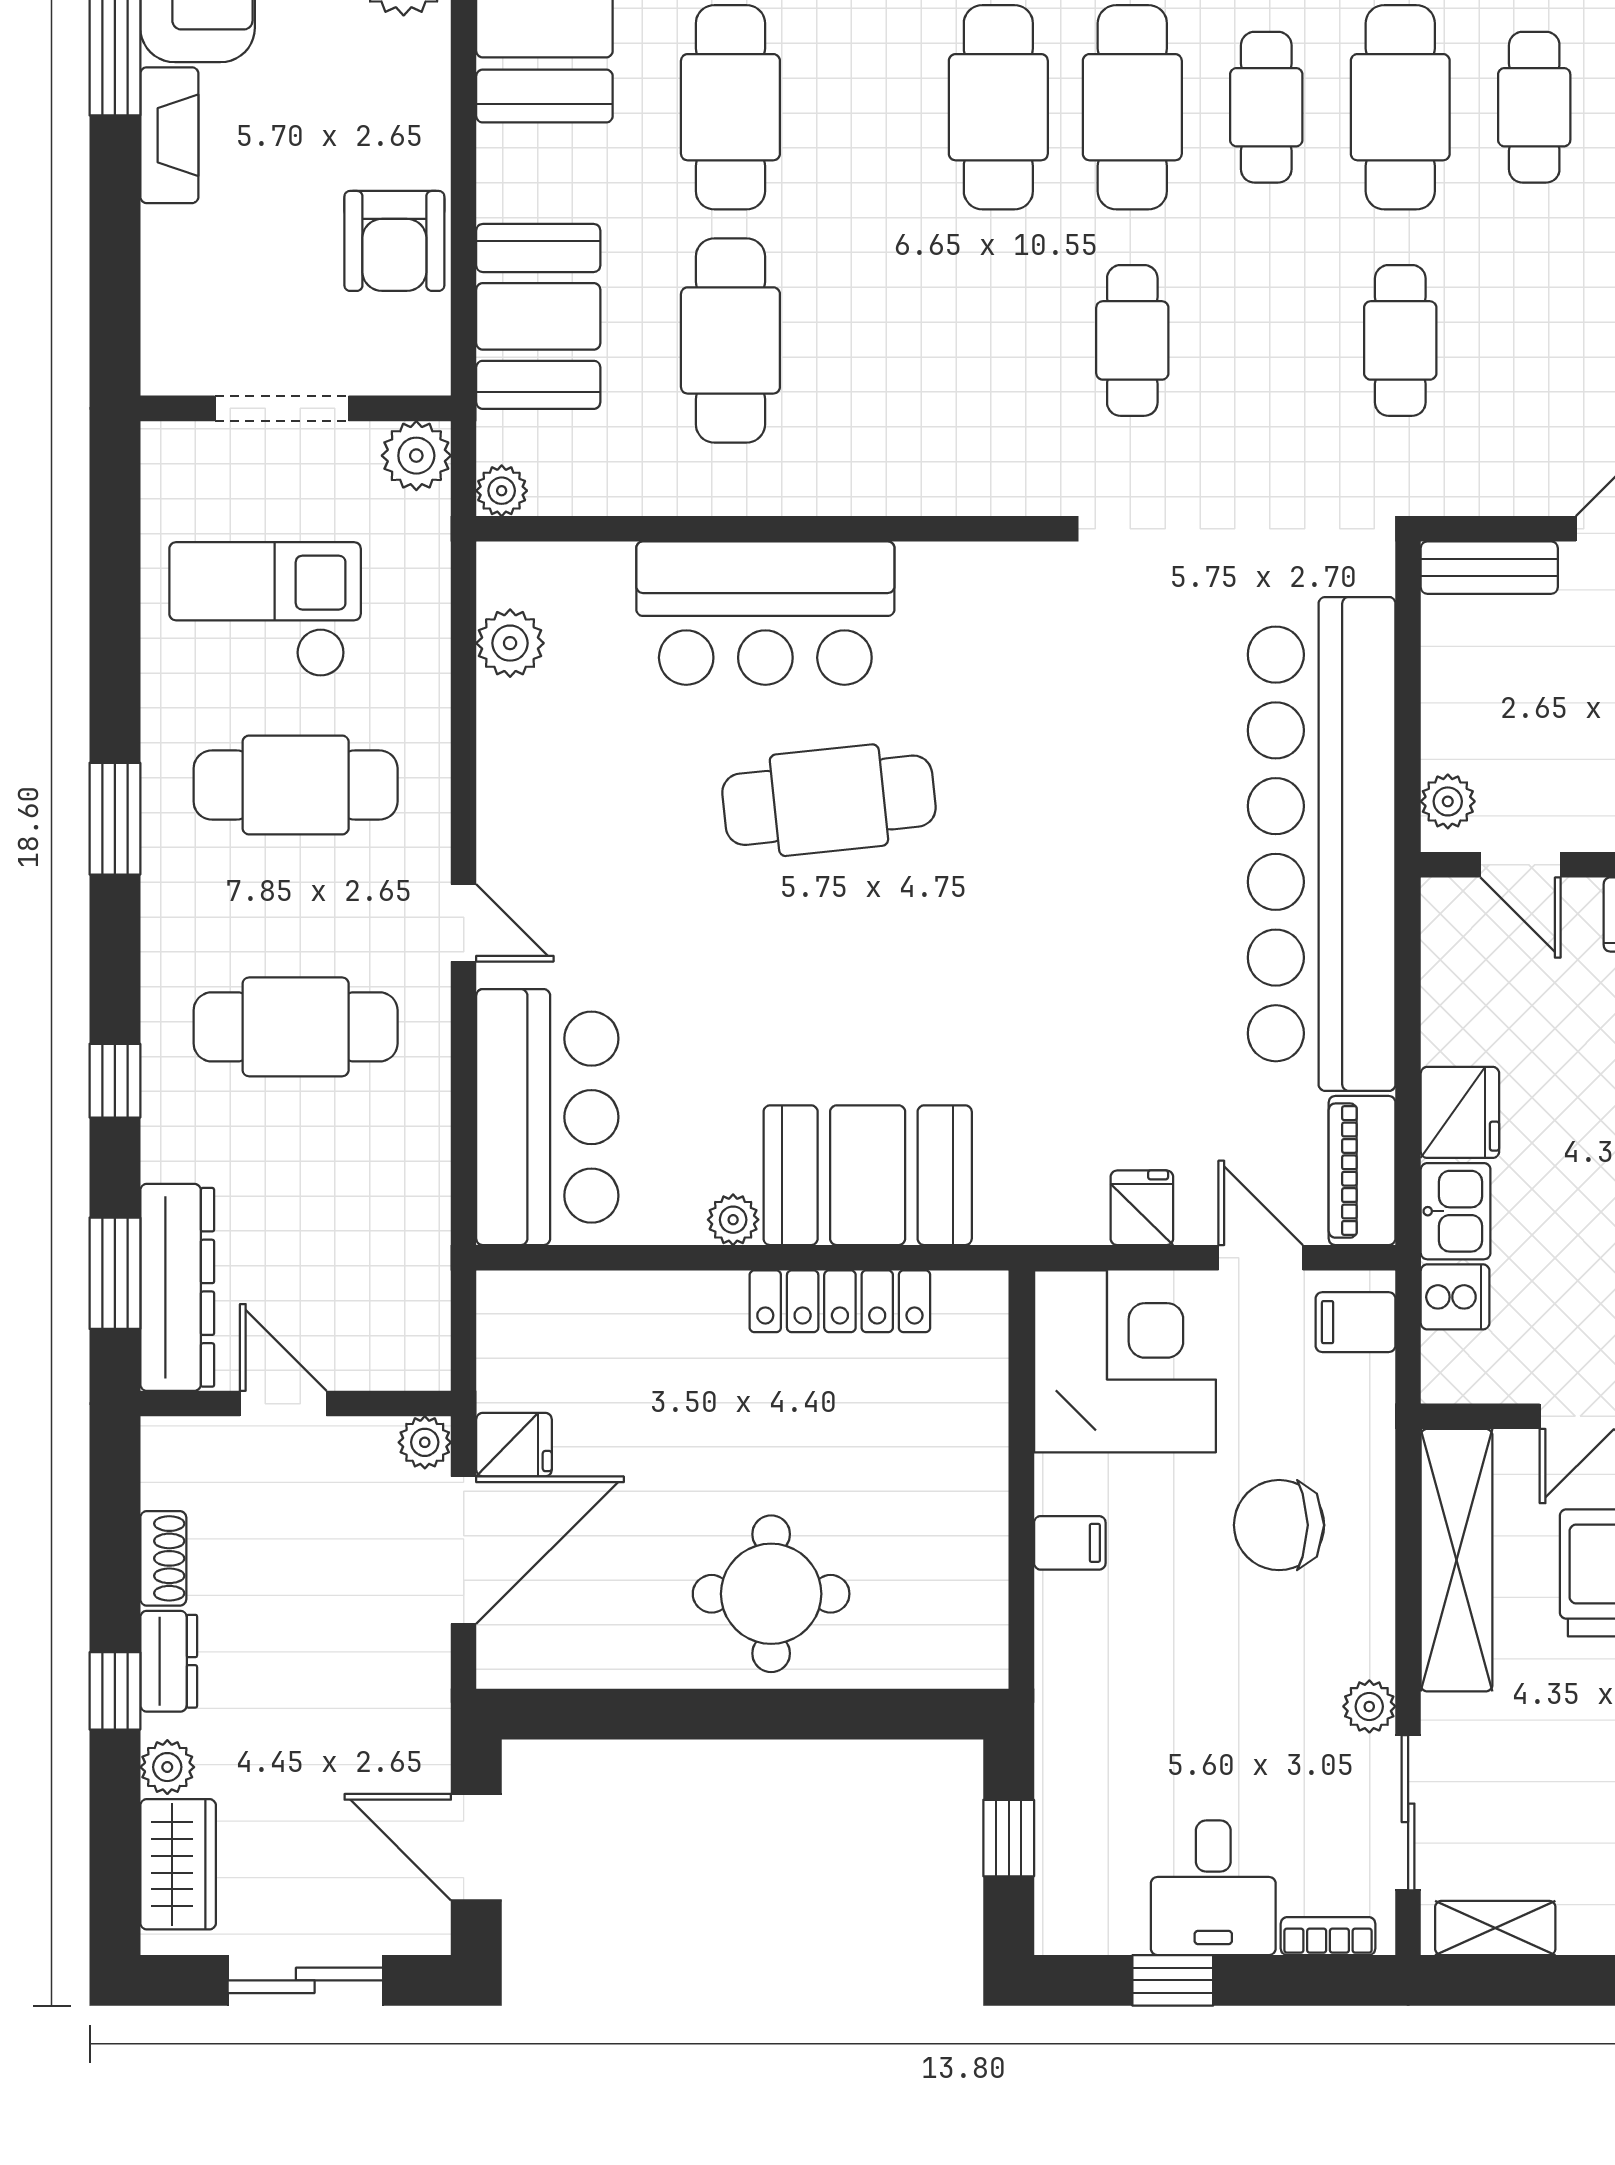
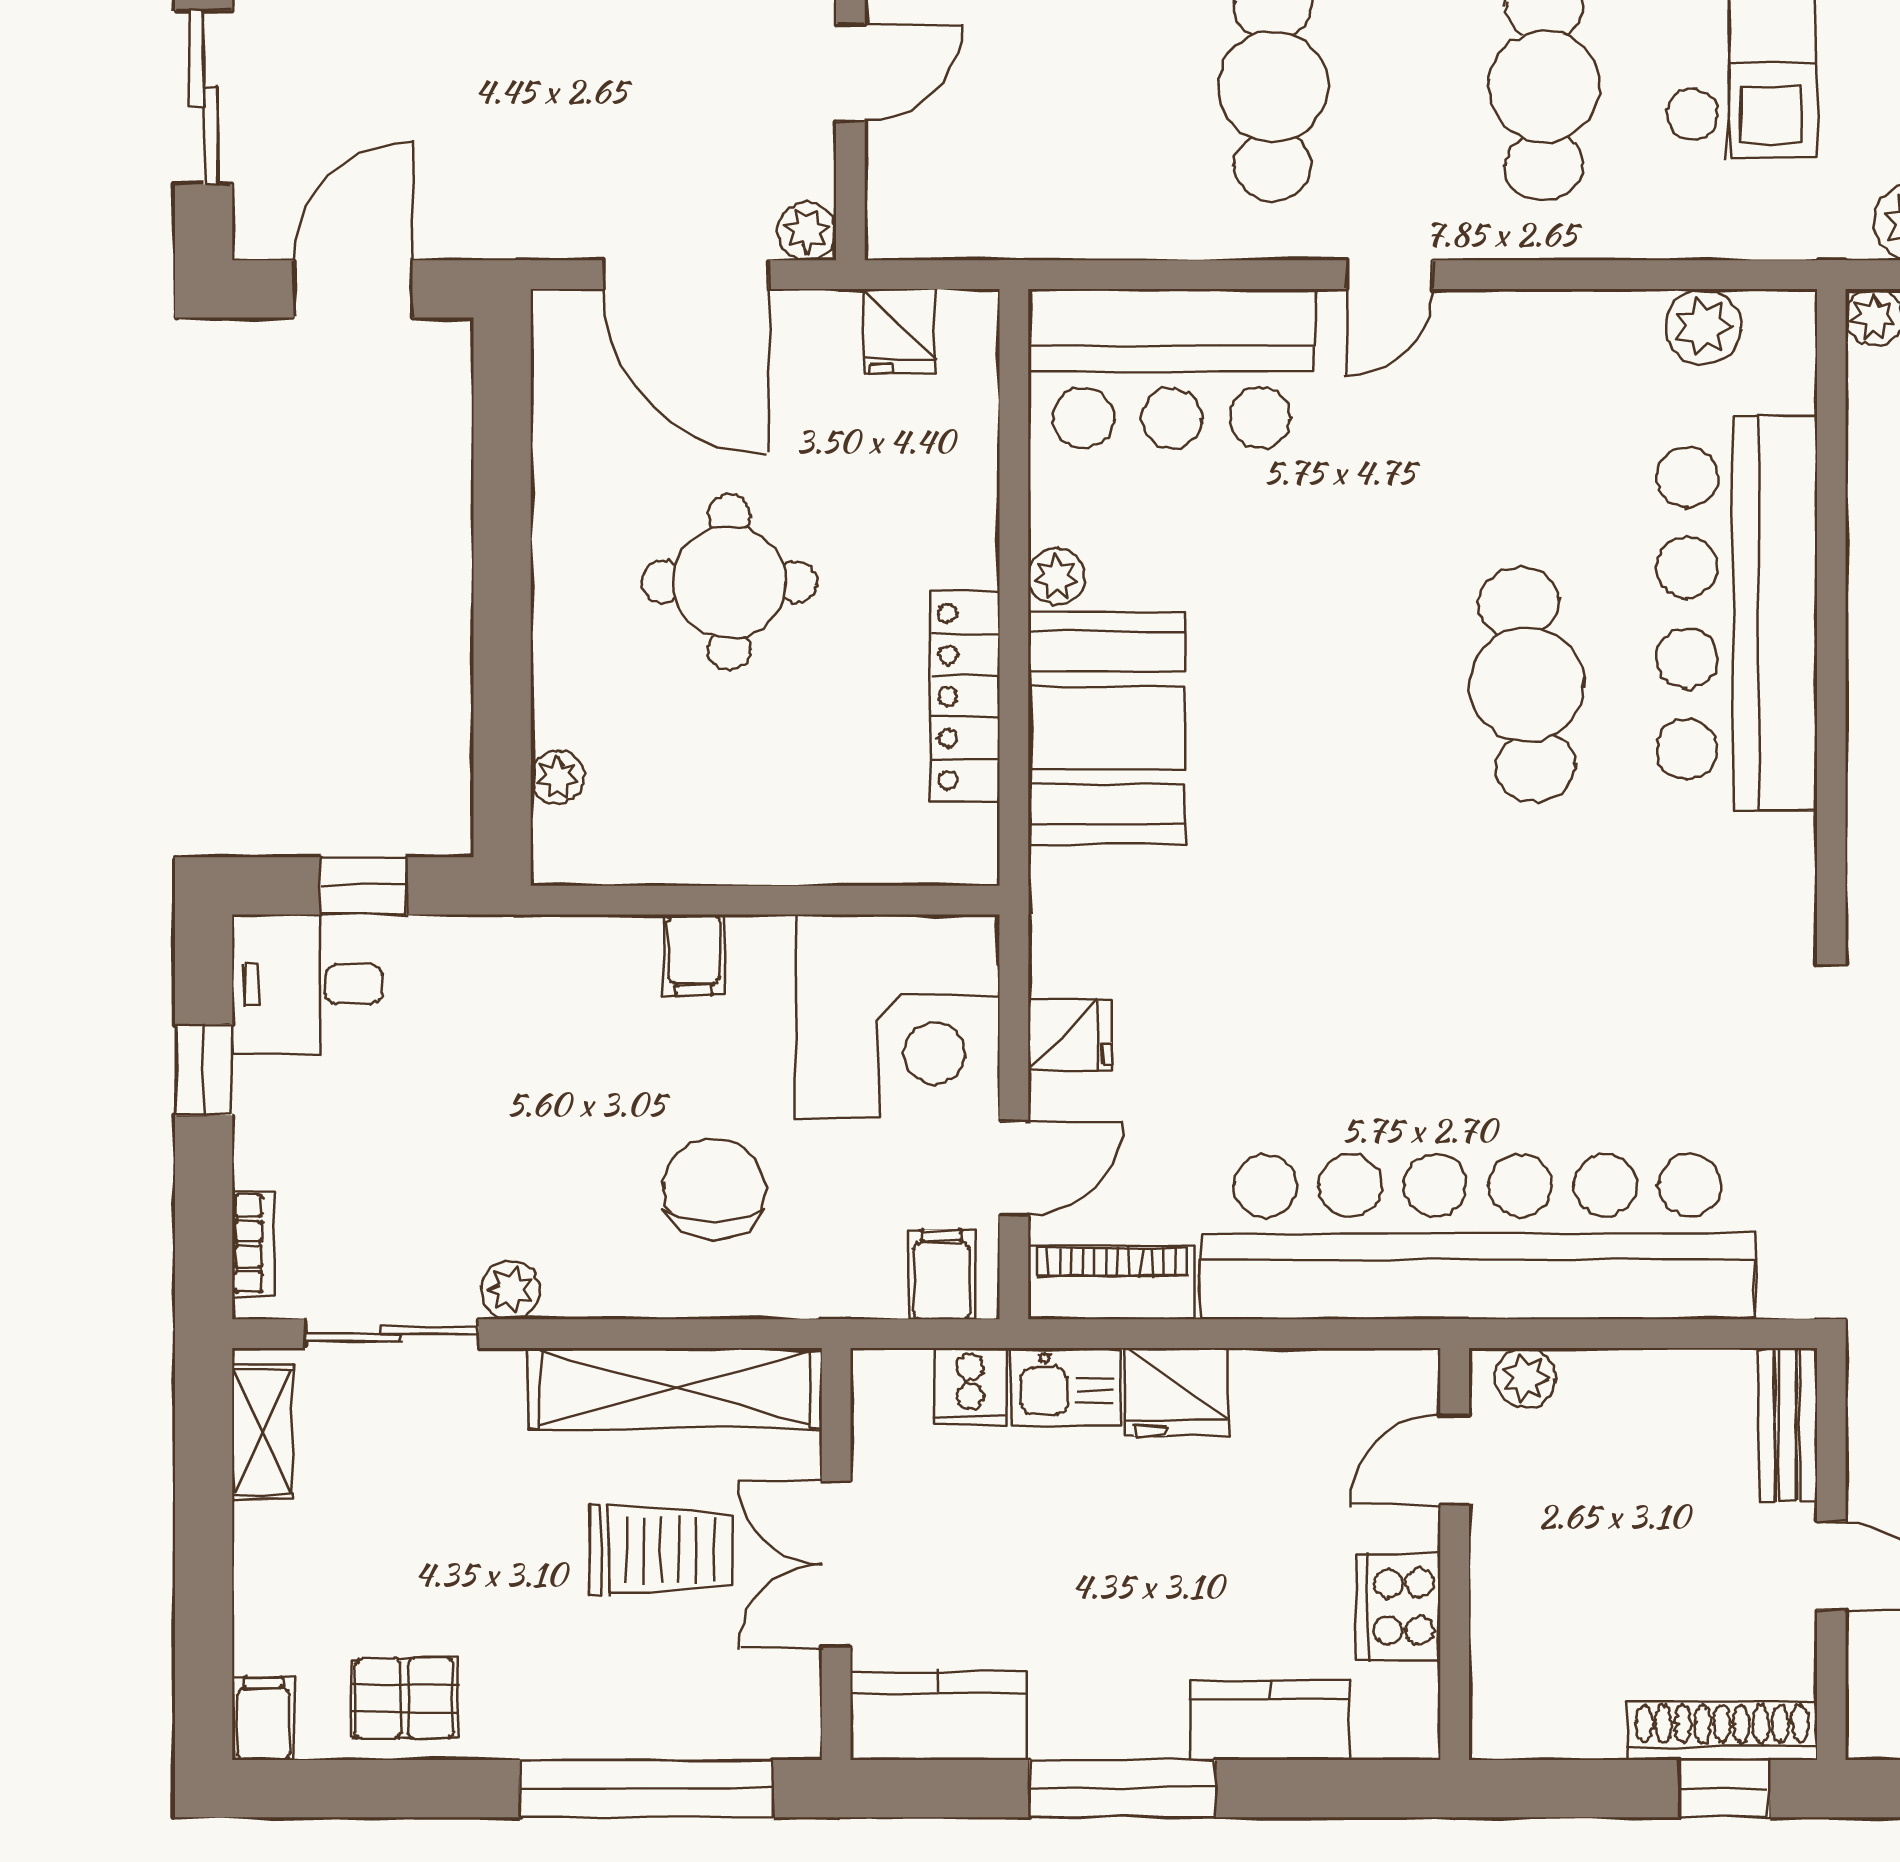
bar counter: (765, 613) -> (1737, 613), width x1.36
fridge: (514, 1445) -> (899, 331), moved
round table: (771, 1594) -> (729, 582), moved
plant: (912, 1665) -> (557, 778), added
desk: (1213, 1888) -> (307, 984), moved

